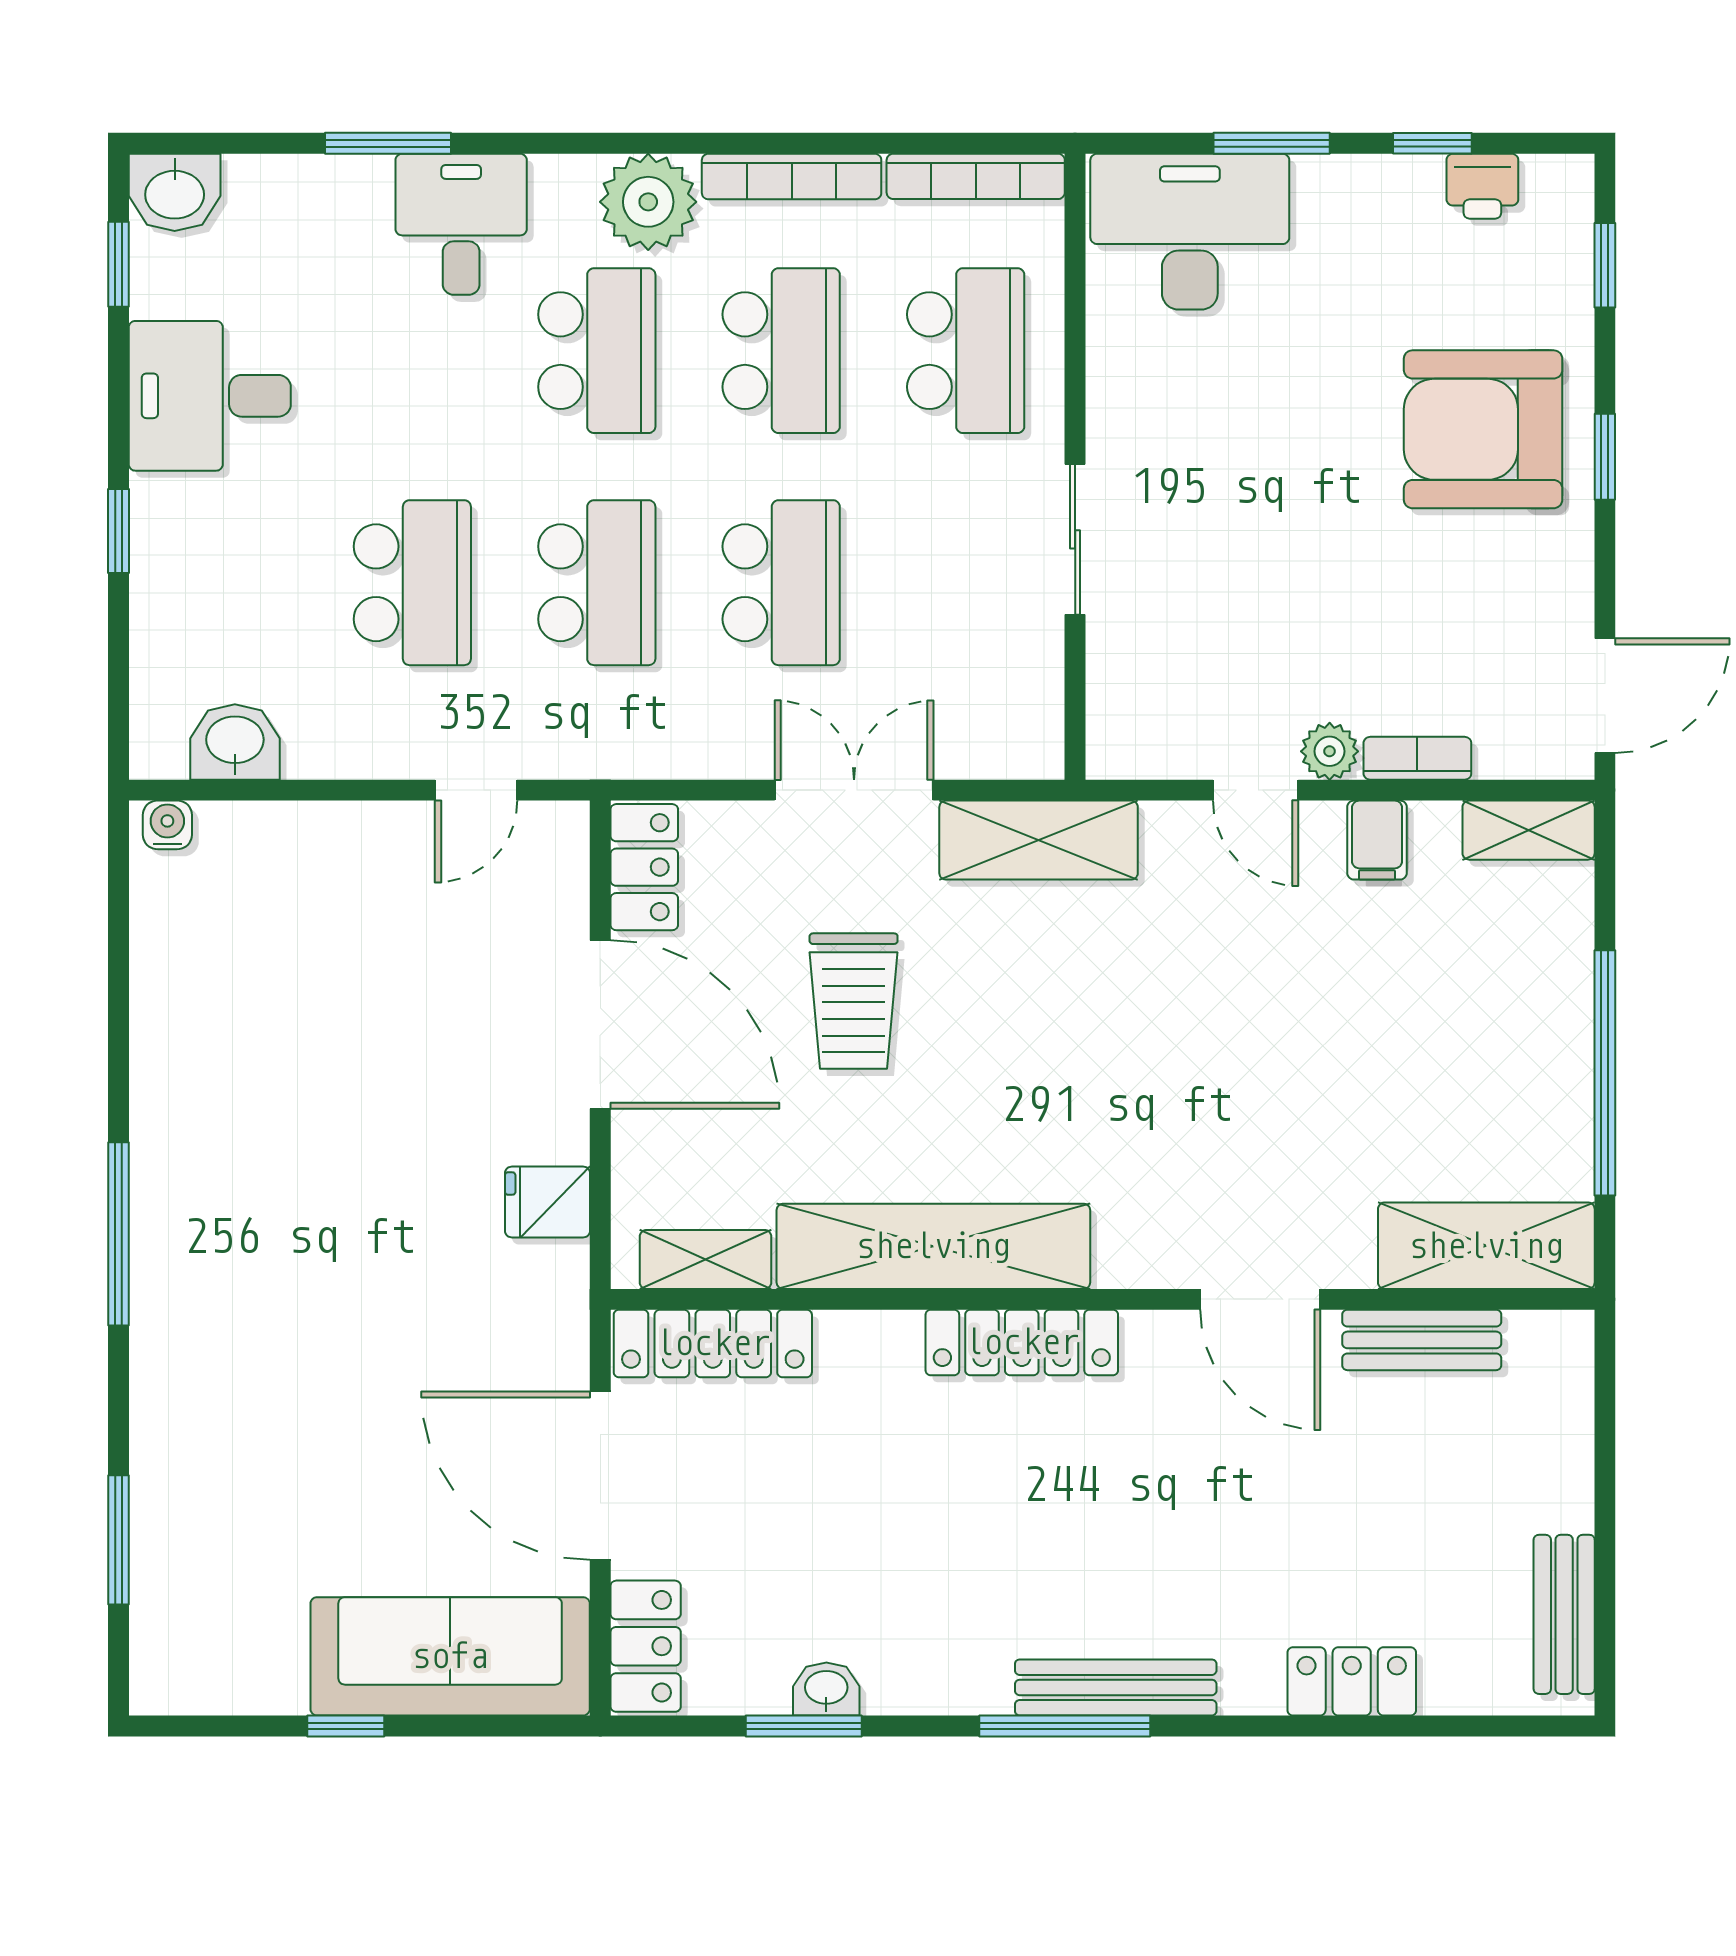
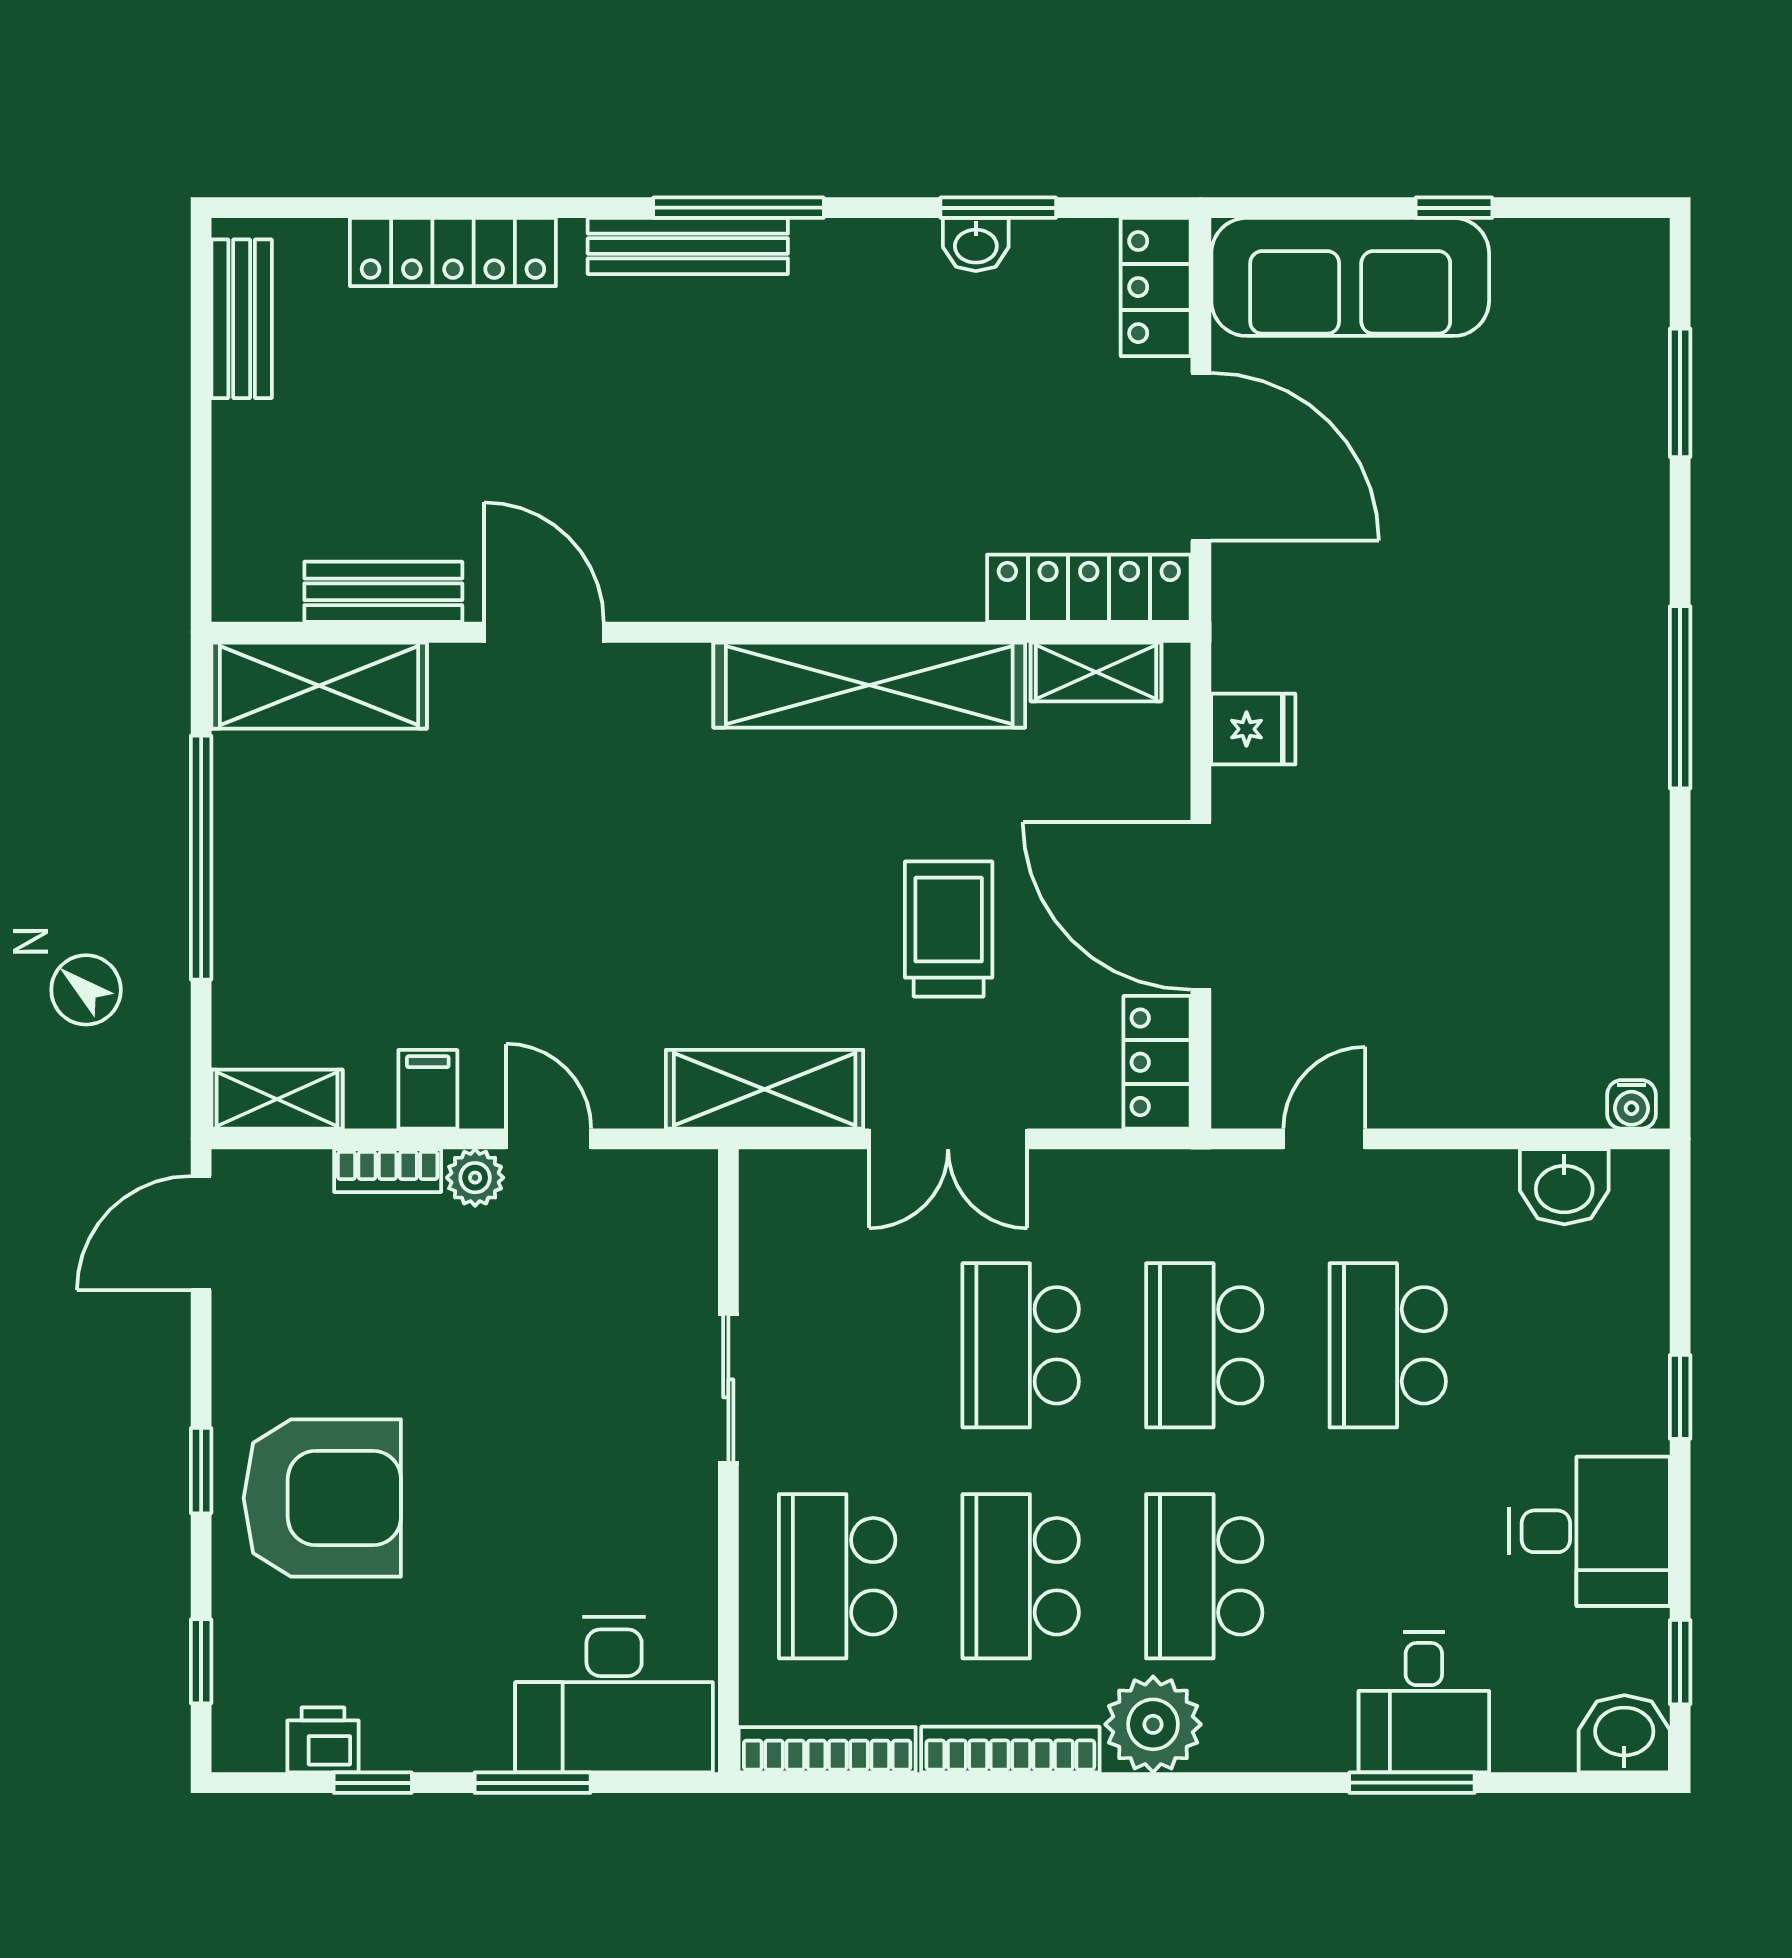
desk: (461, 224) -> (1424, 1702), moved
locker: (1022, 1342) -> (781, 589), removed
locker: (1352, 1681) -> (453, 252), width x1.53

